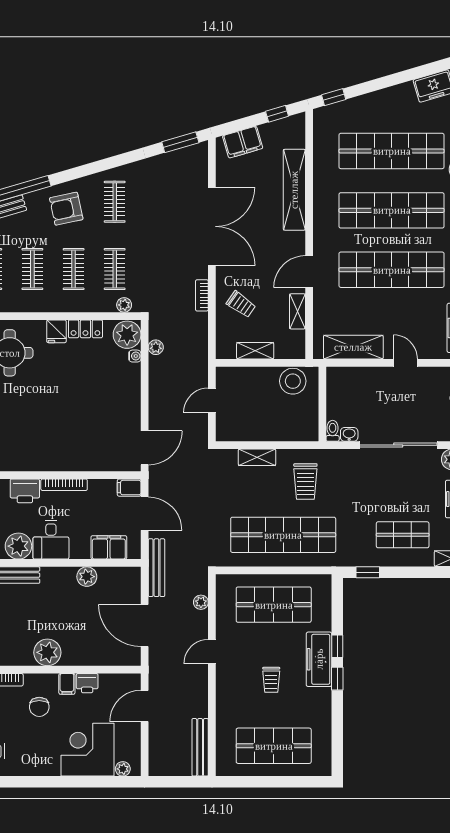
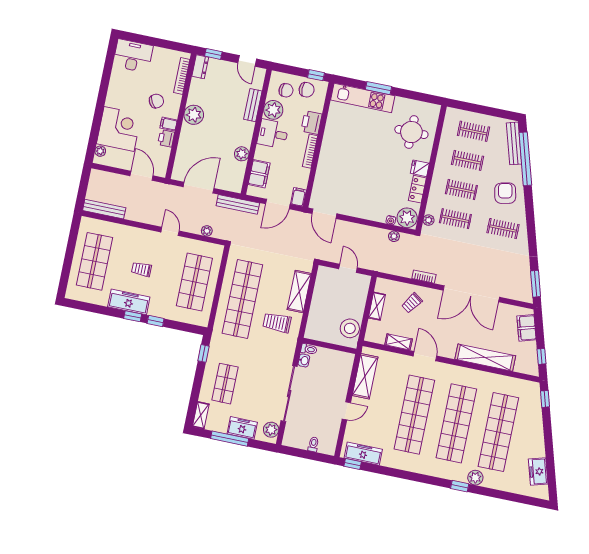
shelving: (257, 457) -> (299, 291), width x1.50, depth x1.33
freezer: (319, 659) -> (129, 302), moved
chair: (39, 707) -> (156, 101), turned 150

